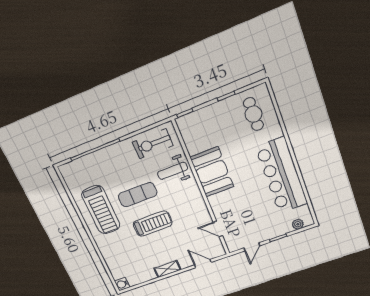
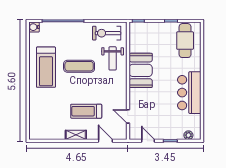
cafe table: (253, 114) -> (185, 41), width x1.37, depth x1.35
weight bench: (173, 171) -> (113, 58), turned -90
bar counter: (282, 176) -> (189, 93), width x0.73
treadmill: (153, 224) -> (86, 111), moved, turned 180
door: (252, 247) -> (148, 141), swing flipped
water cooler: (122, 284) -> (34, 27), moved

